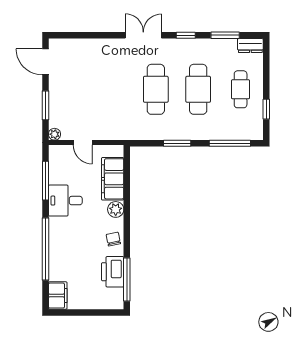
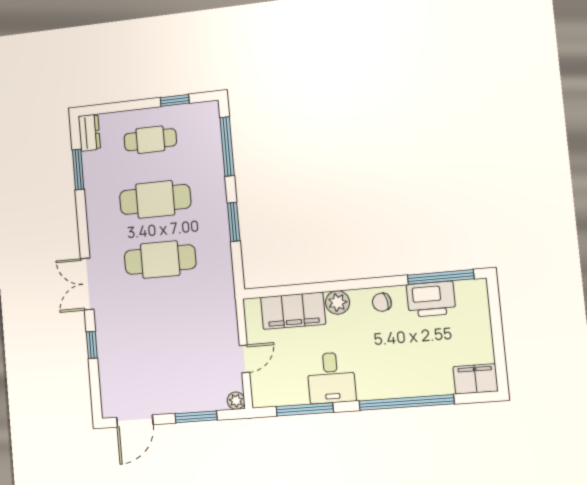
window: (186, 35) -> (92, 345), moved

